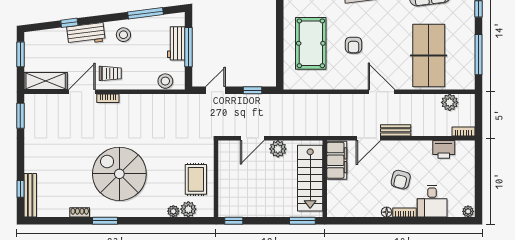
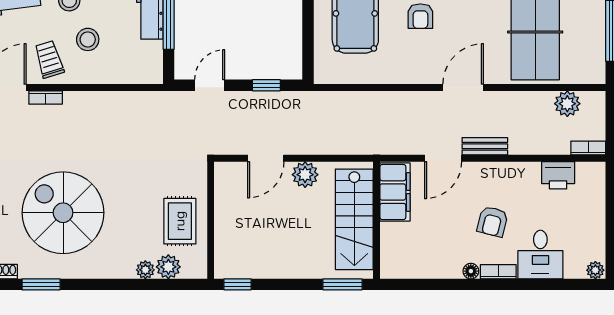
trolley: (110, 73) -> (49, 59), turned -107
stool: (165, 81) -> (88, 39), moved
door: (381, 92) -> (463, 87), hinge flipped

